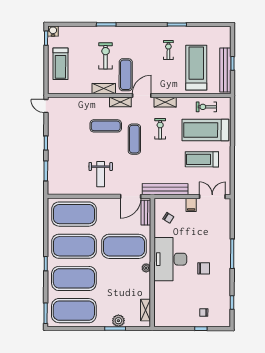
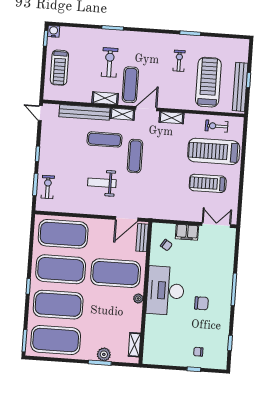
exercise bike: (160, 129) -> (48, 187), moved
weight bench: (101, 174) -> (102, 183), moved, turned 90
bench: (165, 189) -> (84, 112), moved
filing cabinet: (191, 205) -> (187, 232), width x2.00

